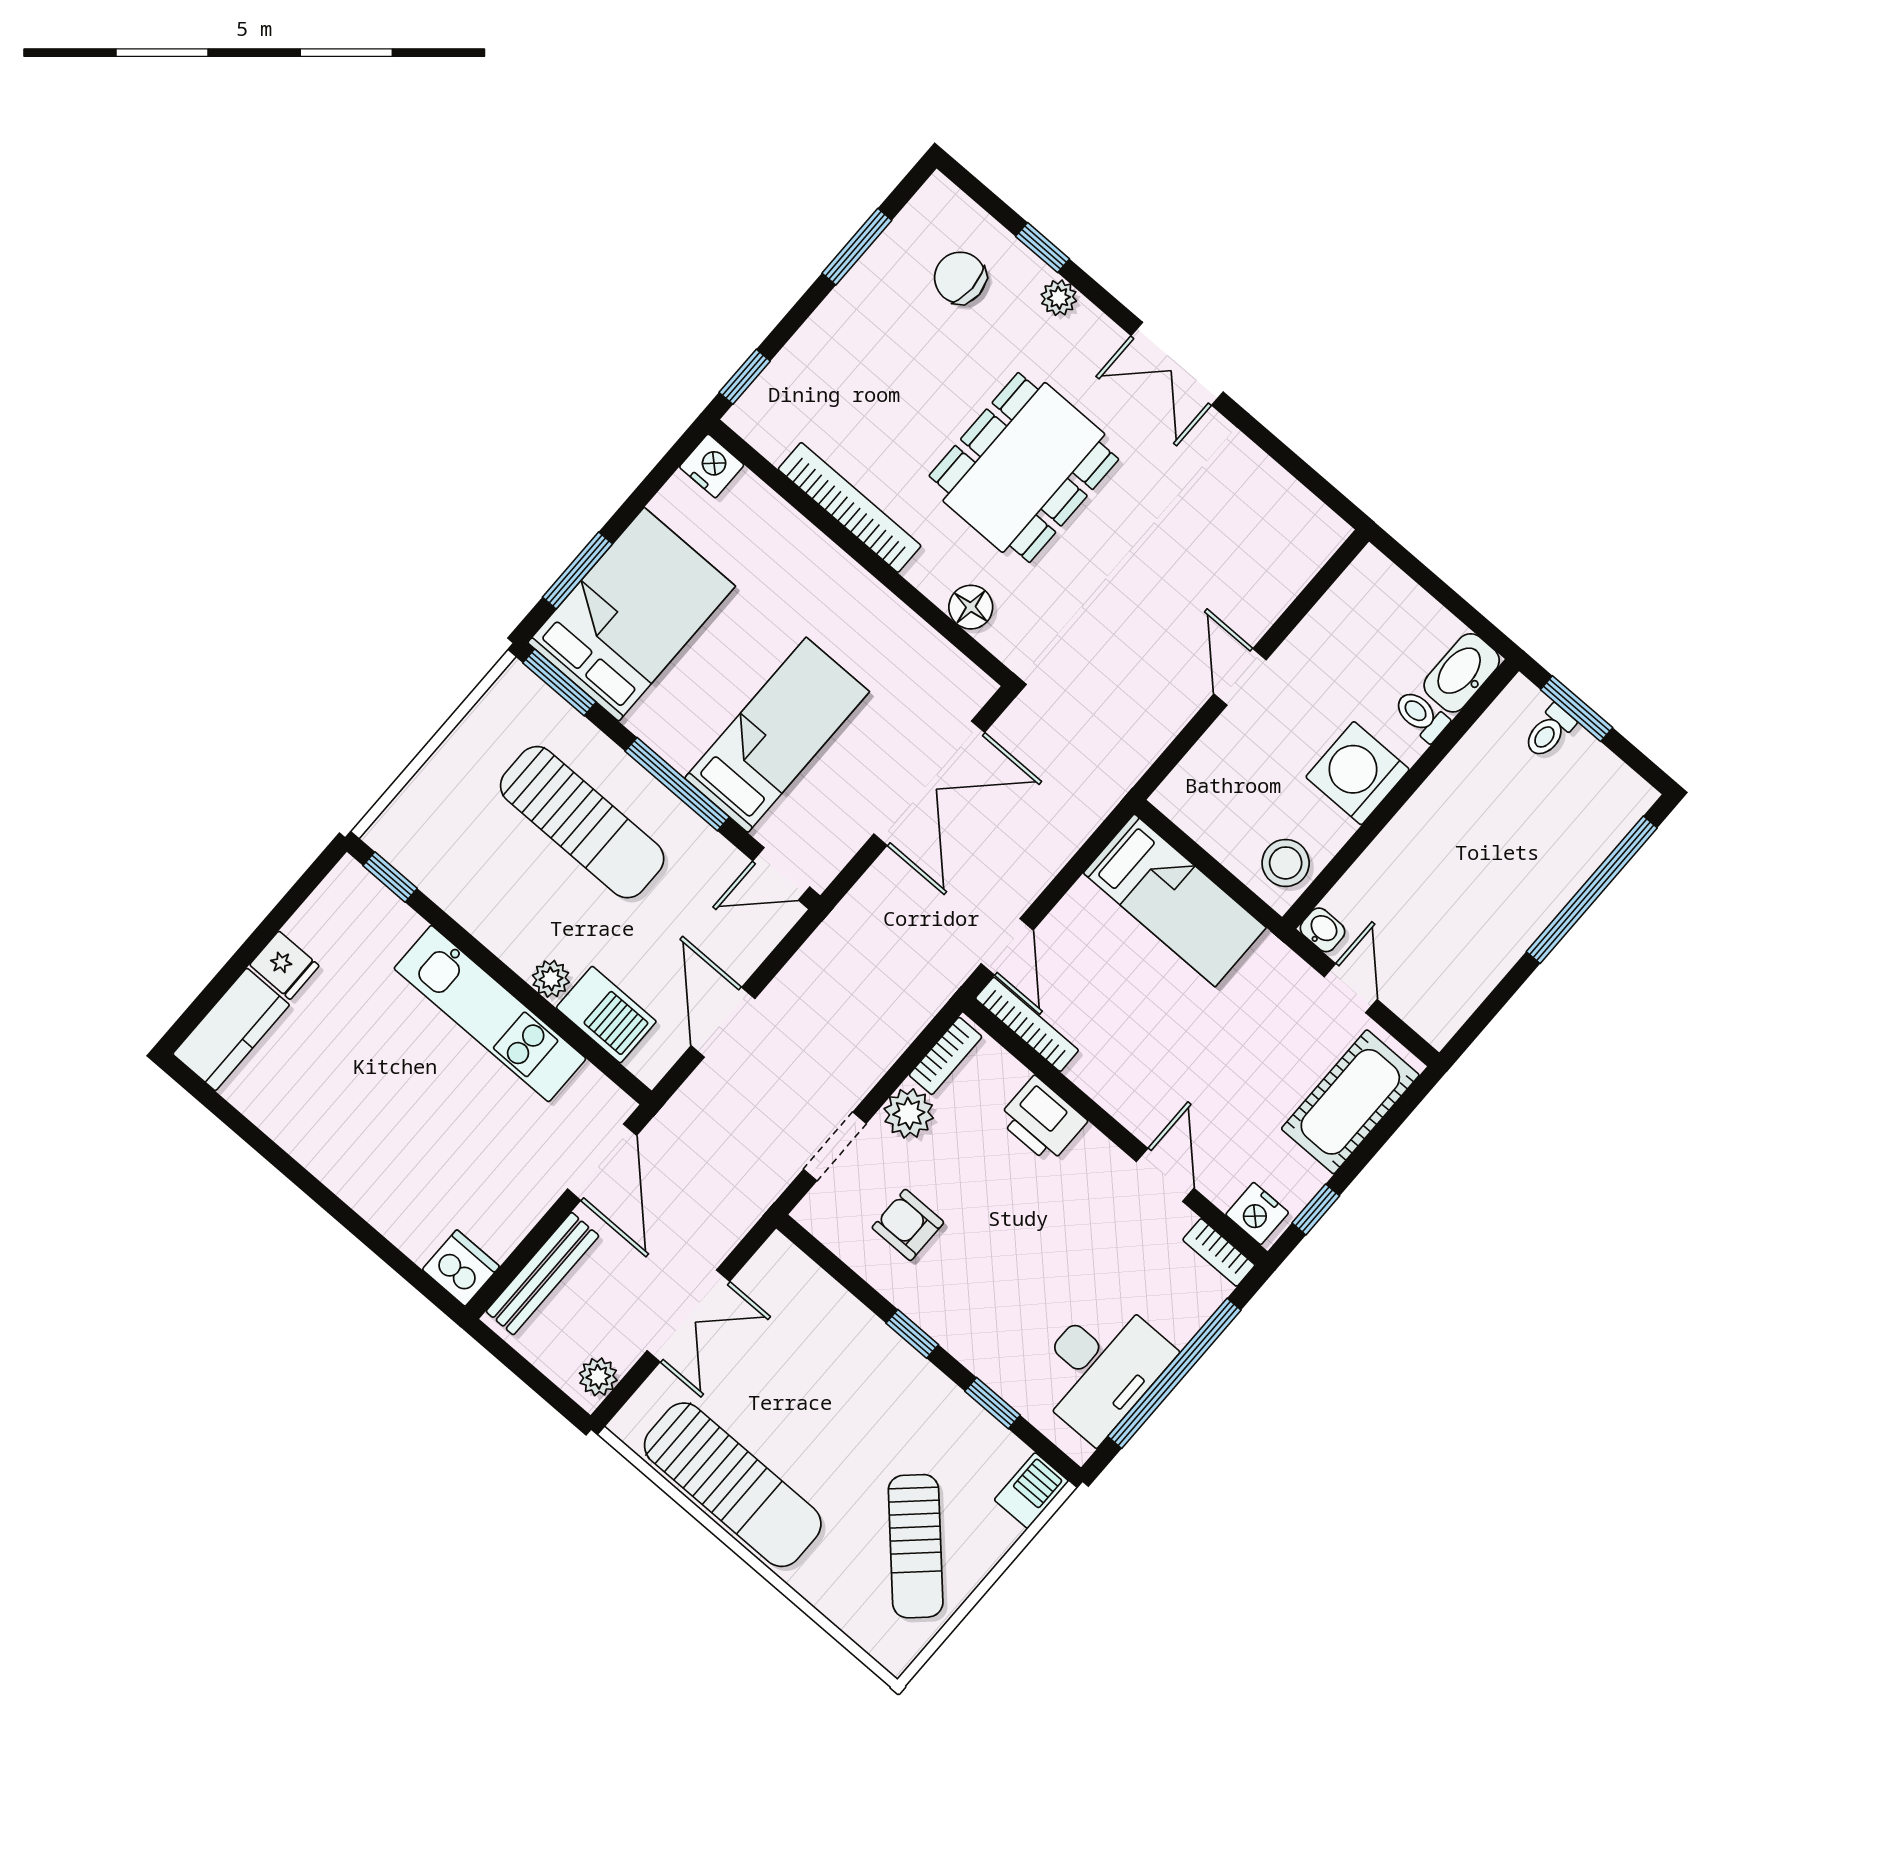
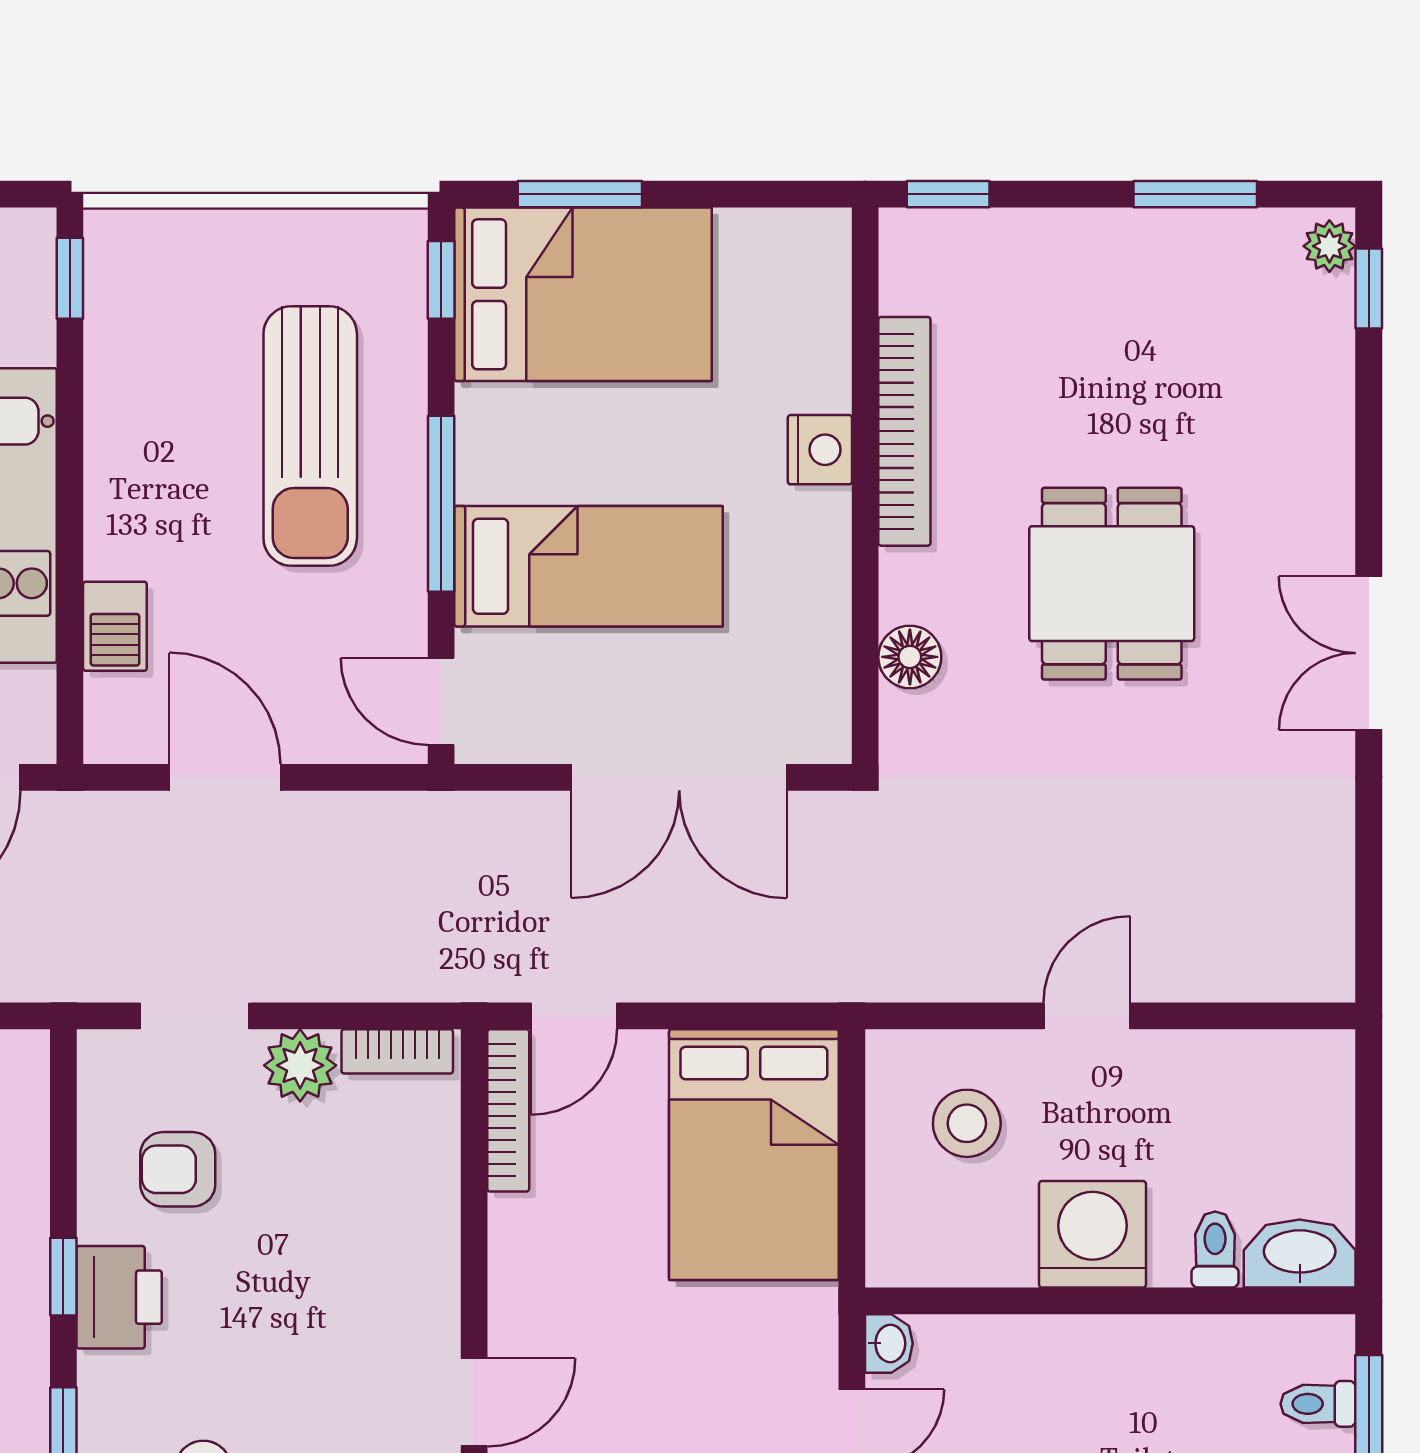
window: (1043, 248) -> (1369, 289), moved
chair: (960, 278) -> (1258, 336), removed
plant: (1059, 298) -> (1329, 246), moved
nightstand: (712, 466) -> (820, 450), moved
dining table: (1024, 467) -> (1112, 584), width x0.73
window: (559, 682) -> (441, 280), width x0.67
stool: (1286, 863) -> (967, 1123), moved
bed: (1175, 900) -> (754, 1155), width x1.50
plant: (551, 979) -> (110, 549), removed
barbecue: (606, 1015) -> (115, 626), width x0.73, depth x0.79
door: (723, 1022) -> (225, 777), hinge flipped
printer: (1042, 1120) -> (119, 1297), moved, turned 180
armchair: (908, 1225) -> (178, 1169), turned -90

